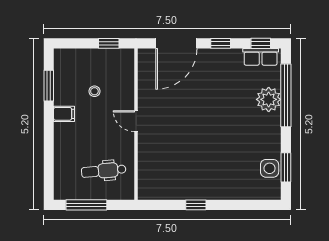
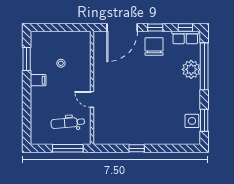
window: (109, 43) -> (72, 27), removed
chair: (219, 69) -> (154, 47), added
door: (136, 121) -> (92, 99), moved
window: (86, 205) -> (68, 148), moved

